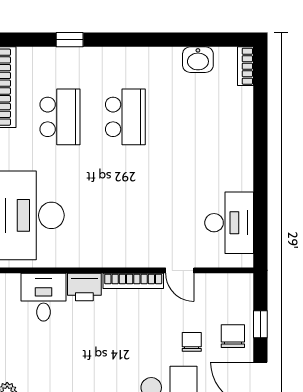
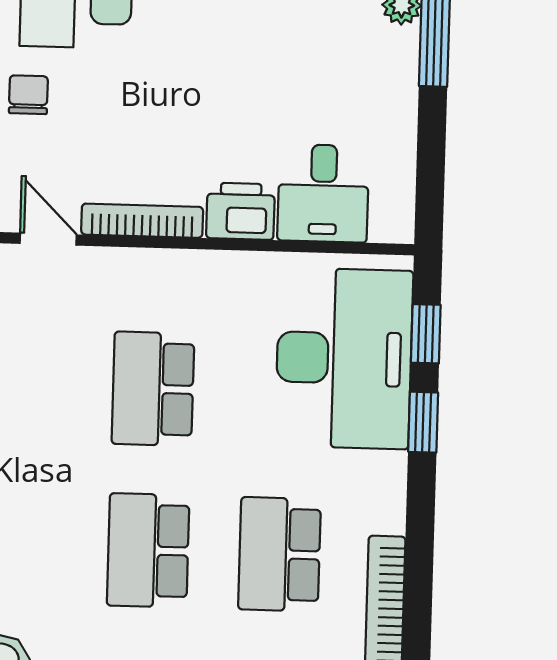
school desk: (125, 197) -> (153, 389), added
chair: (192, 342) -> (28, 95), turned 180

